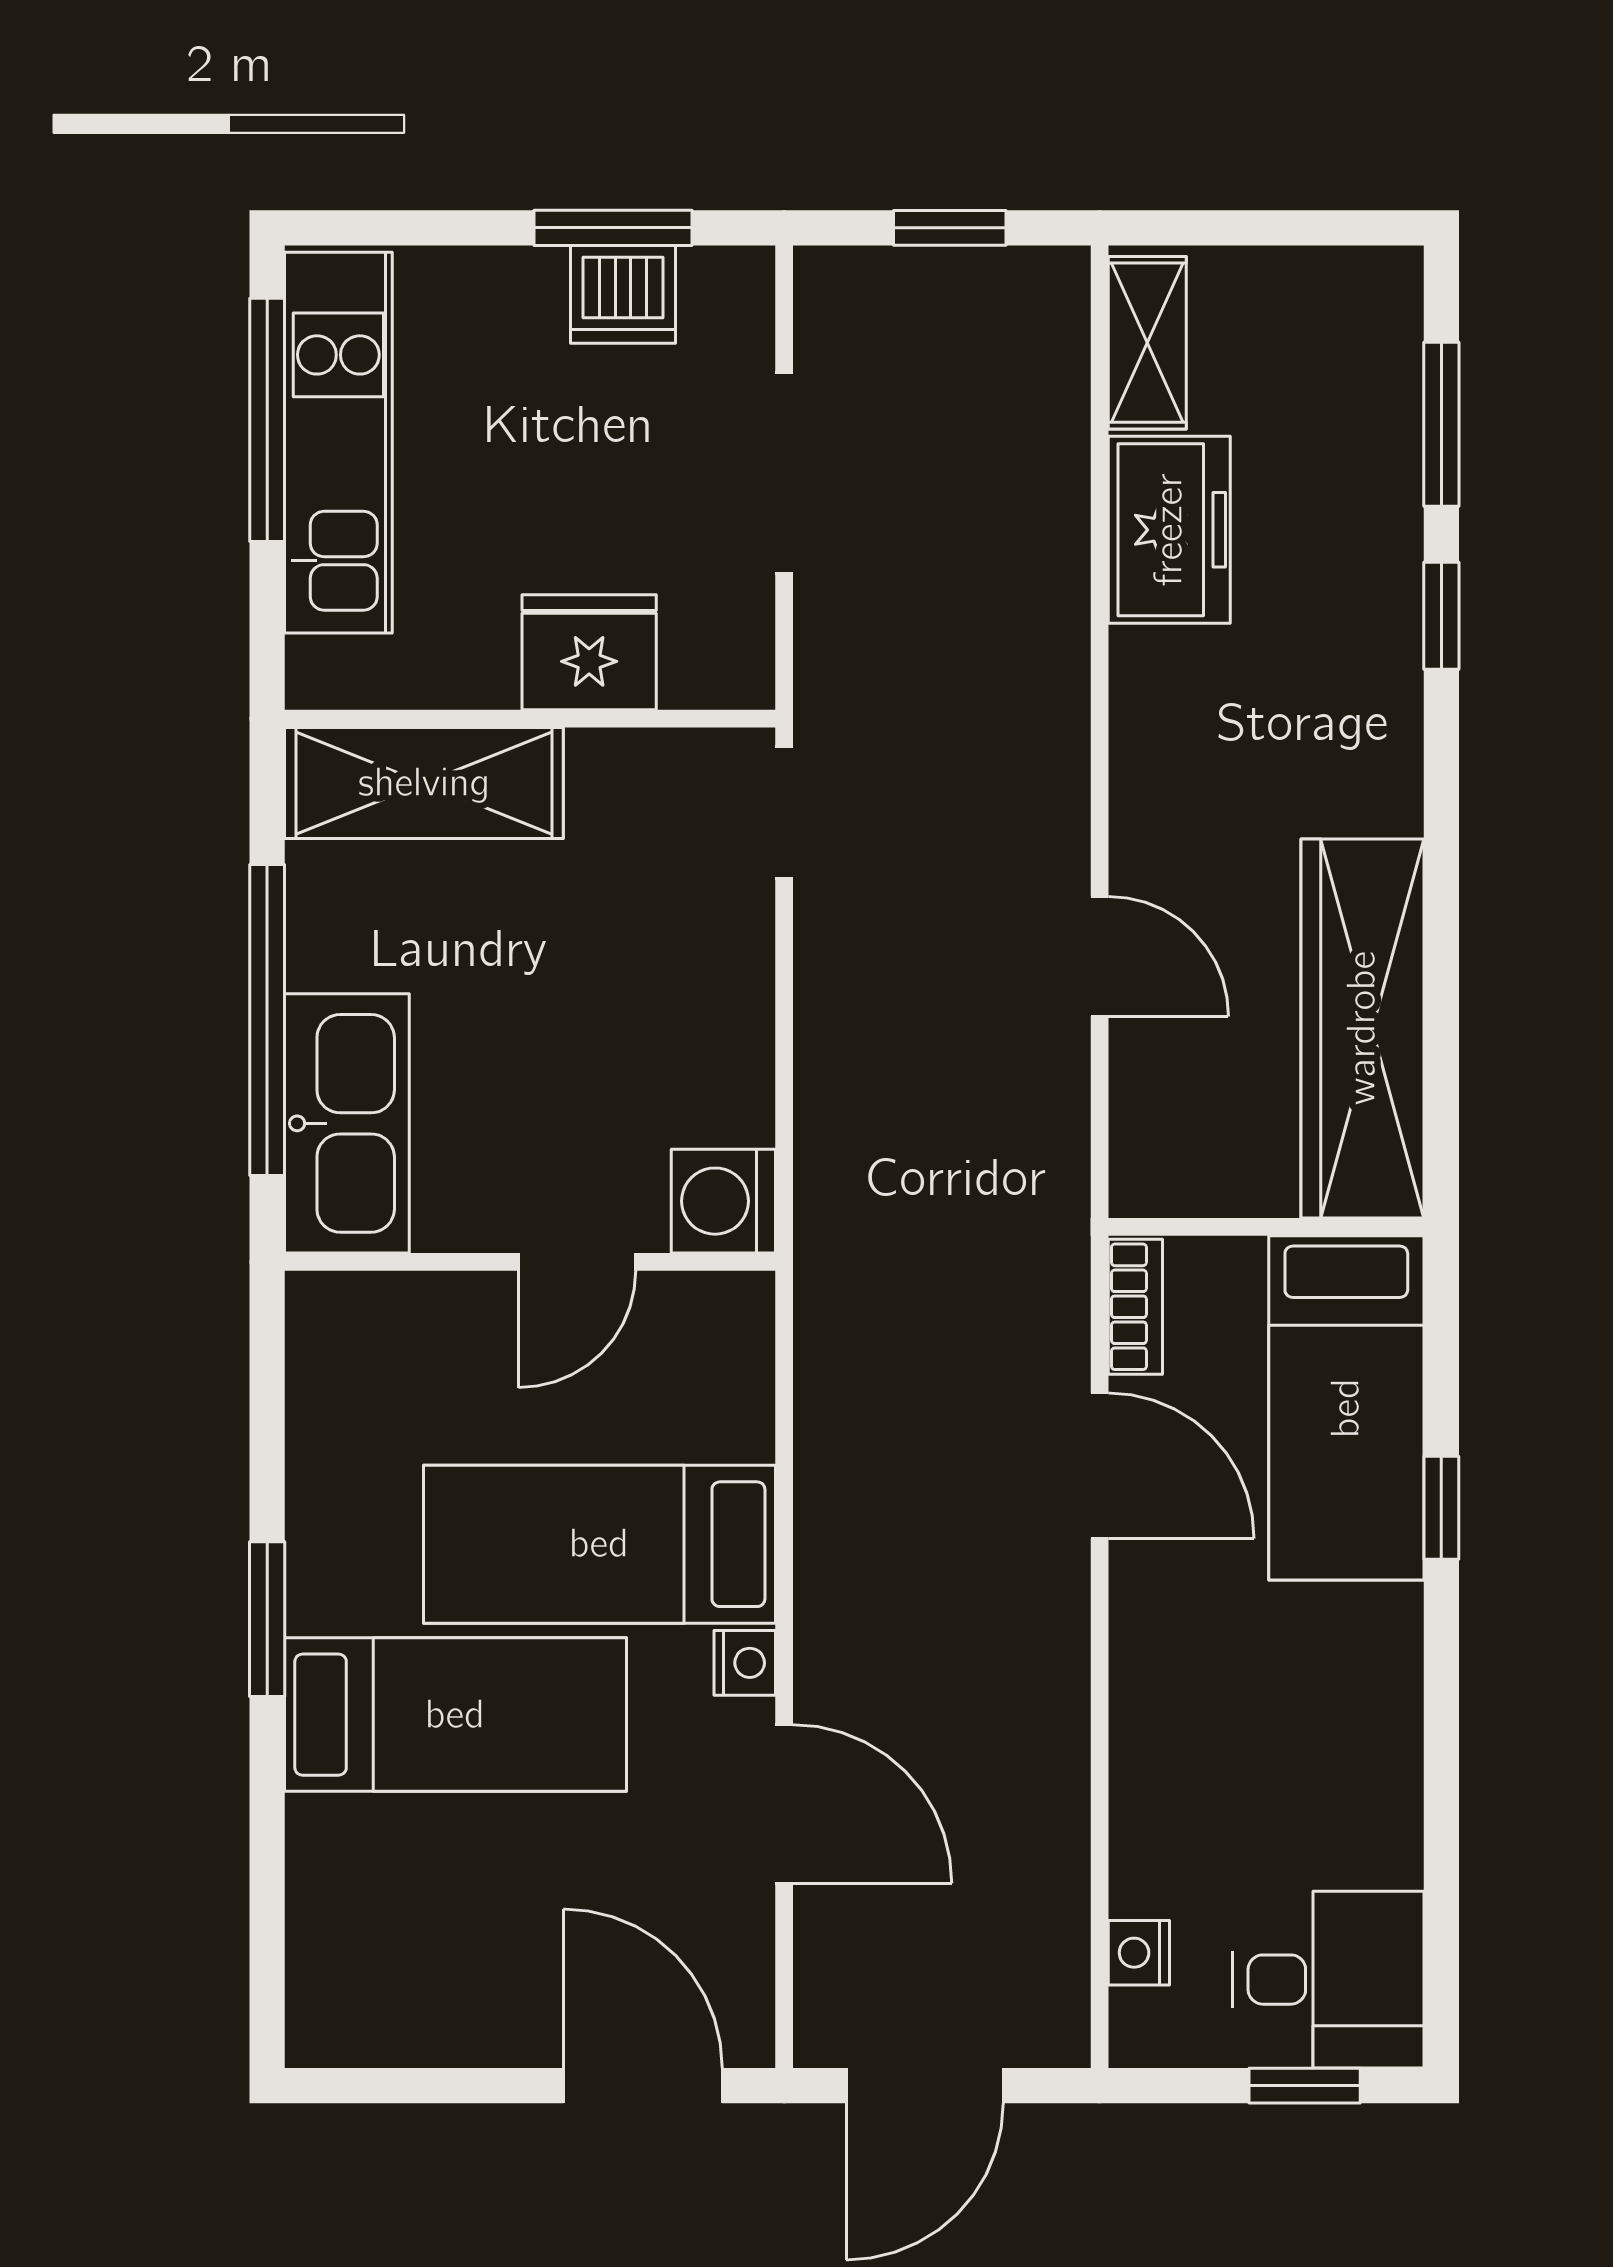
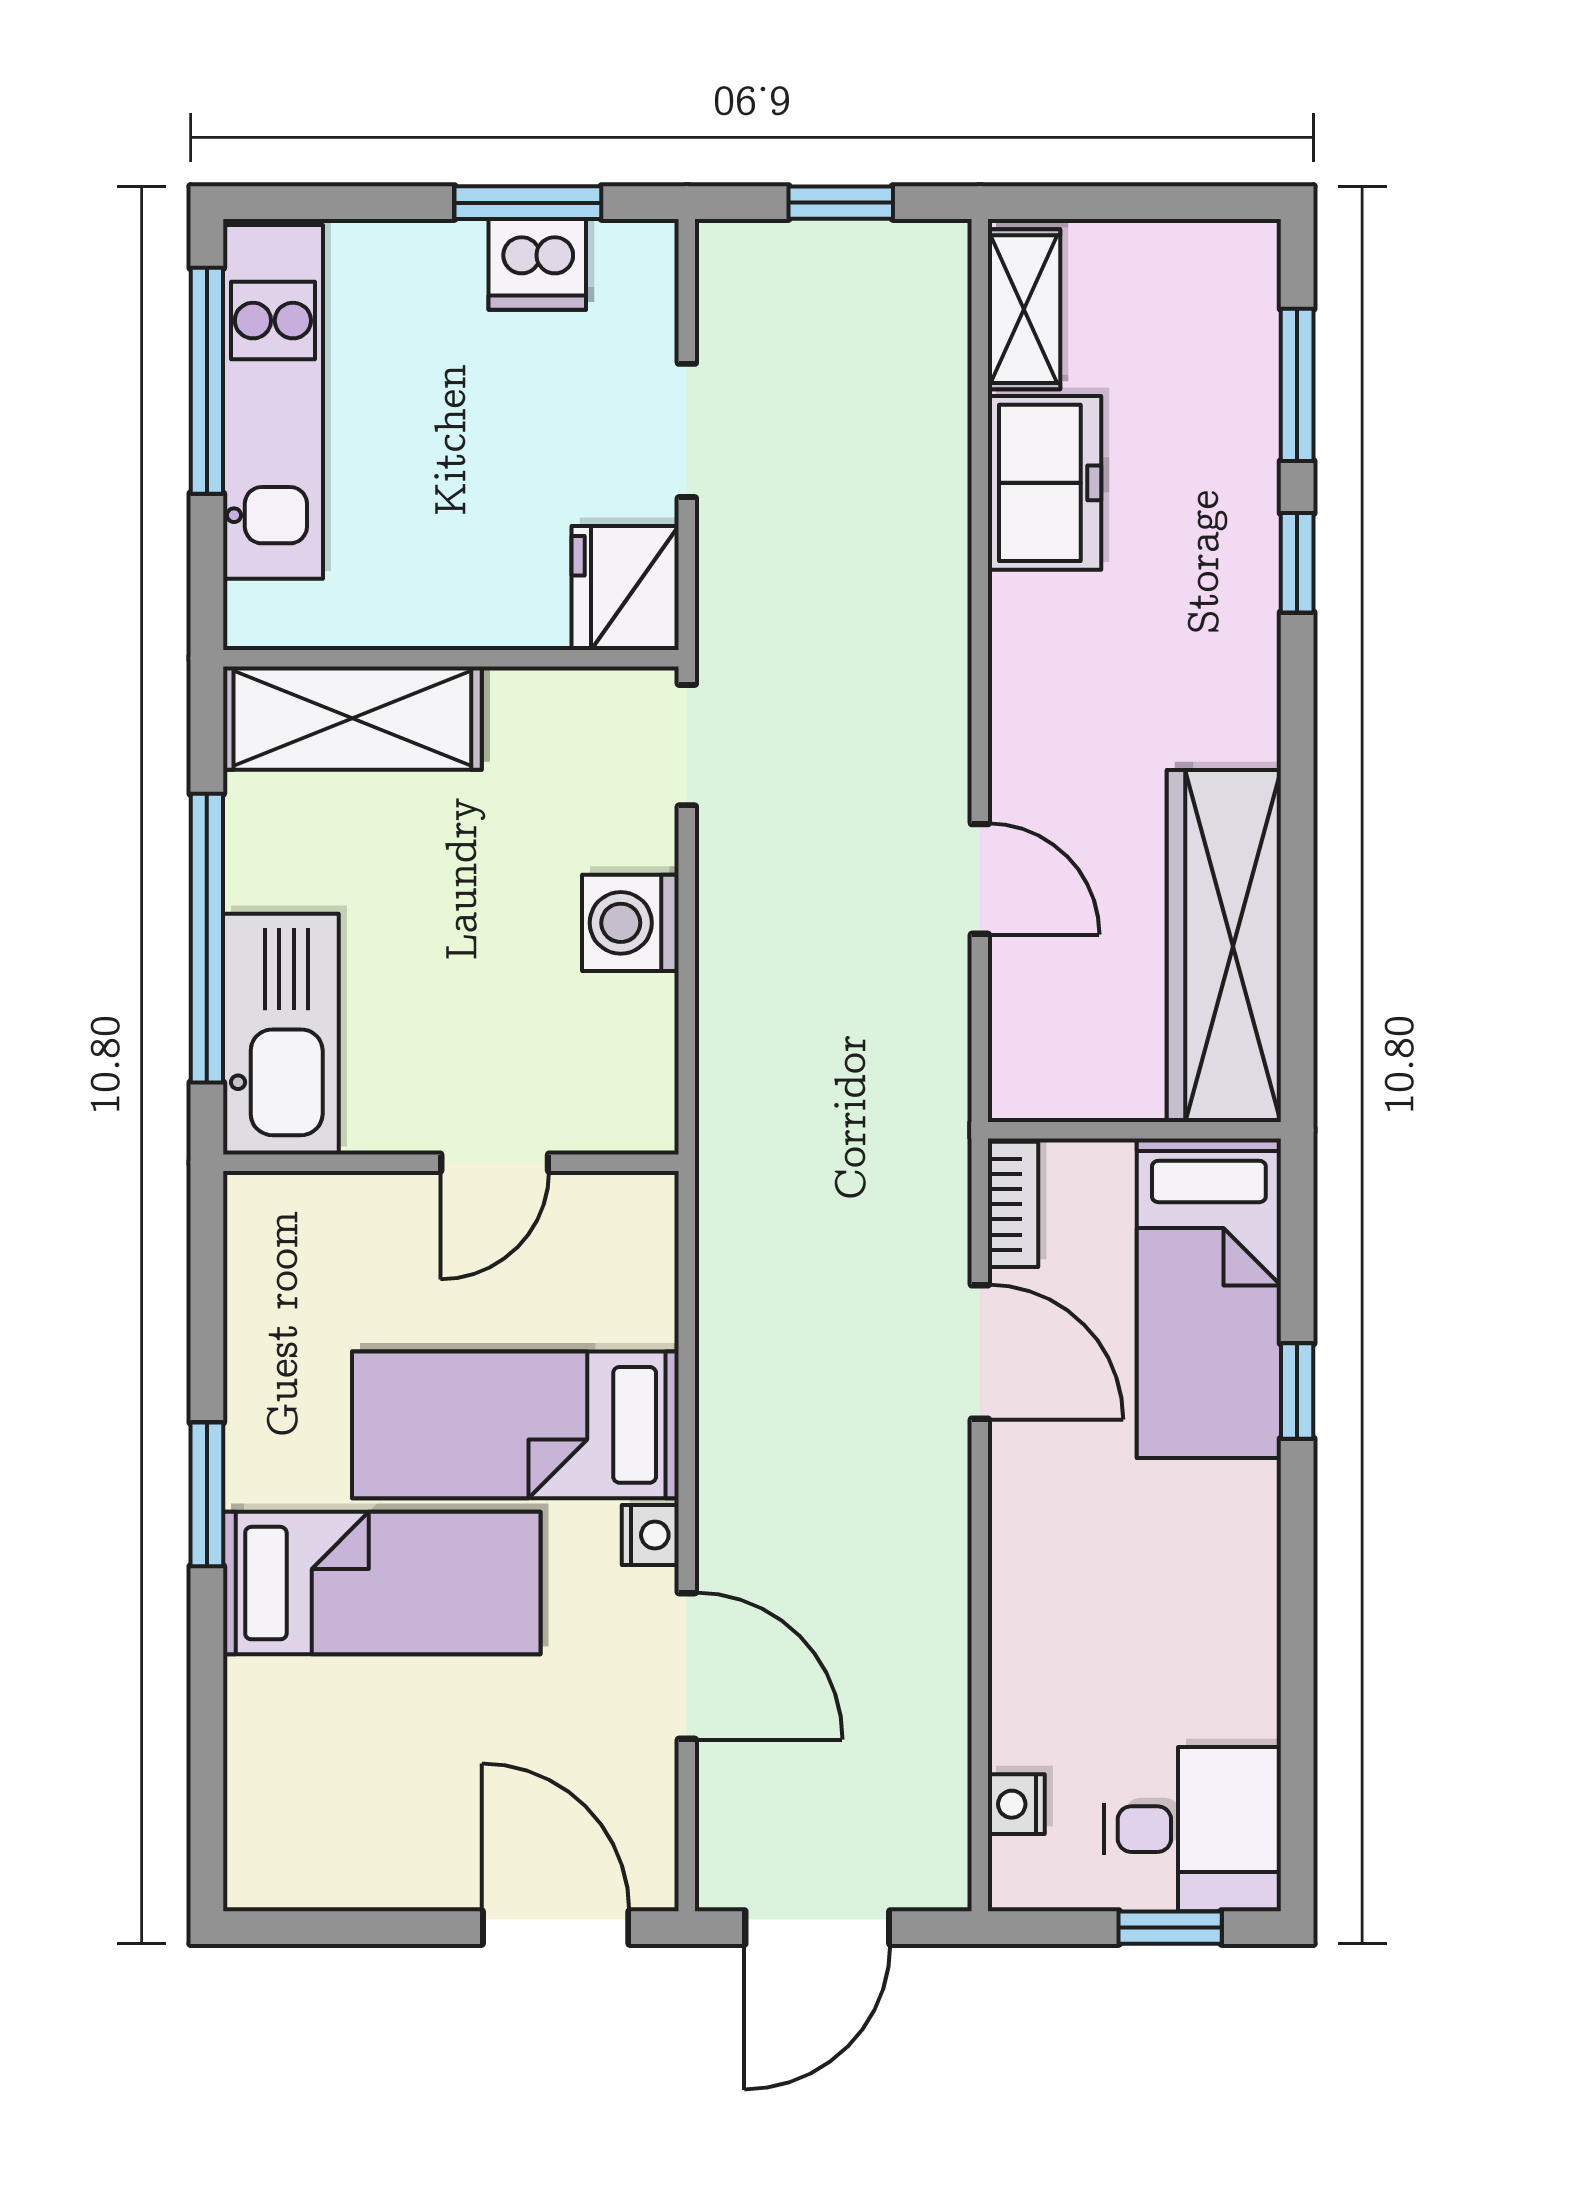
doorway: (784, 473) -> (687, 430), width x0.73
fridge: (589, 652) -> (625, 588), moved, turned -90
washing machine: (723, 1201) -> (630, 923), moved

